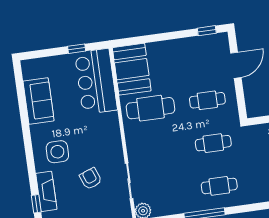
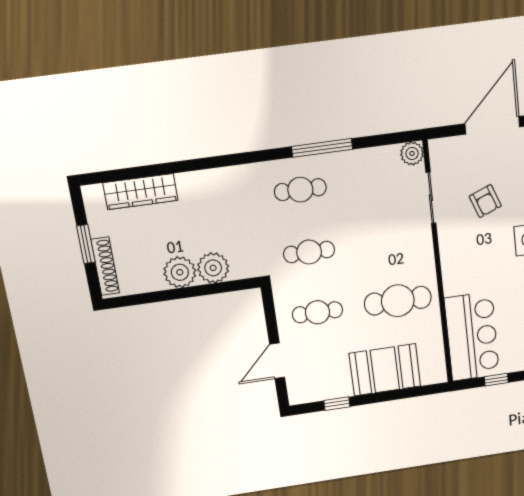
window: (207, 31) -> (337, 404), moved
booth: (132, 69) -> (385, 370), moved, turned 90

